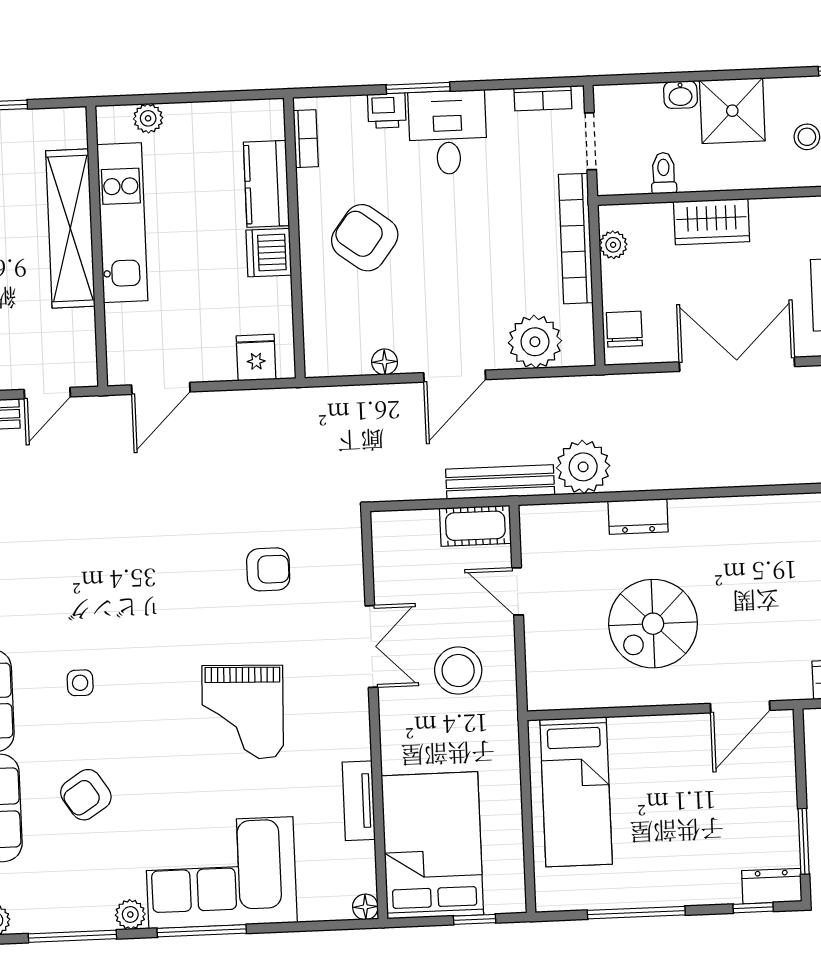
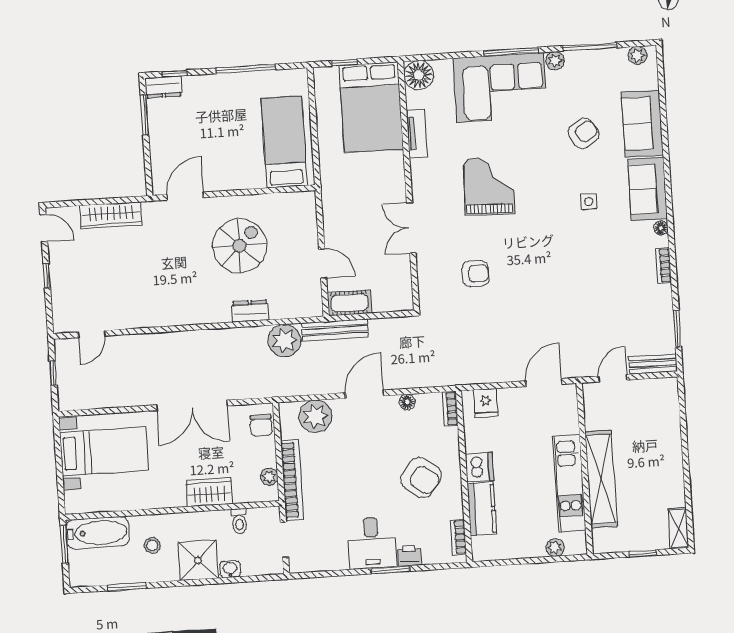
bookcase: (543, 98) -> (450, 409), moved, turned -90
armchair: (268, 569) -> (475, 274), turned 180
stool: (458, 671) -> (358, 214), removed
floor lamp: (365, 907) -> (419, 75), width x1.89, depth x1.89

